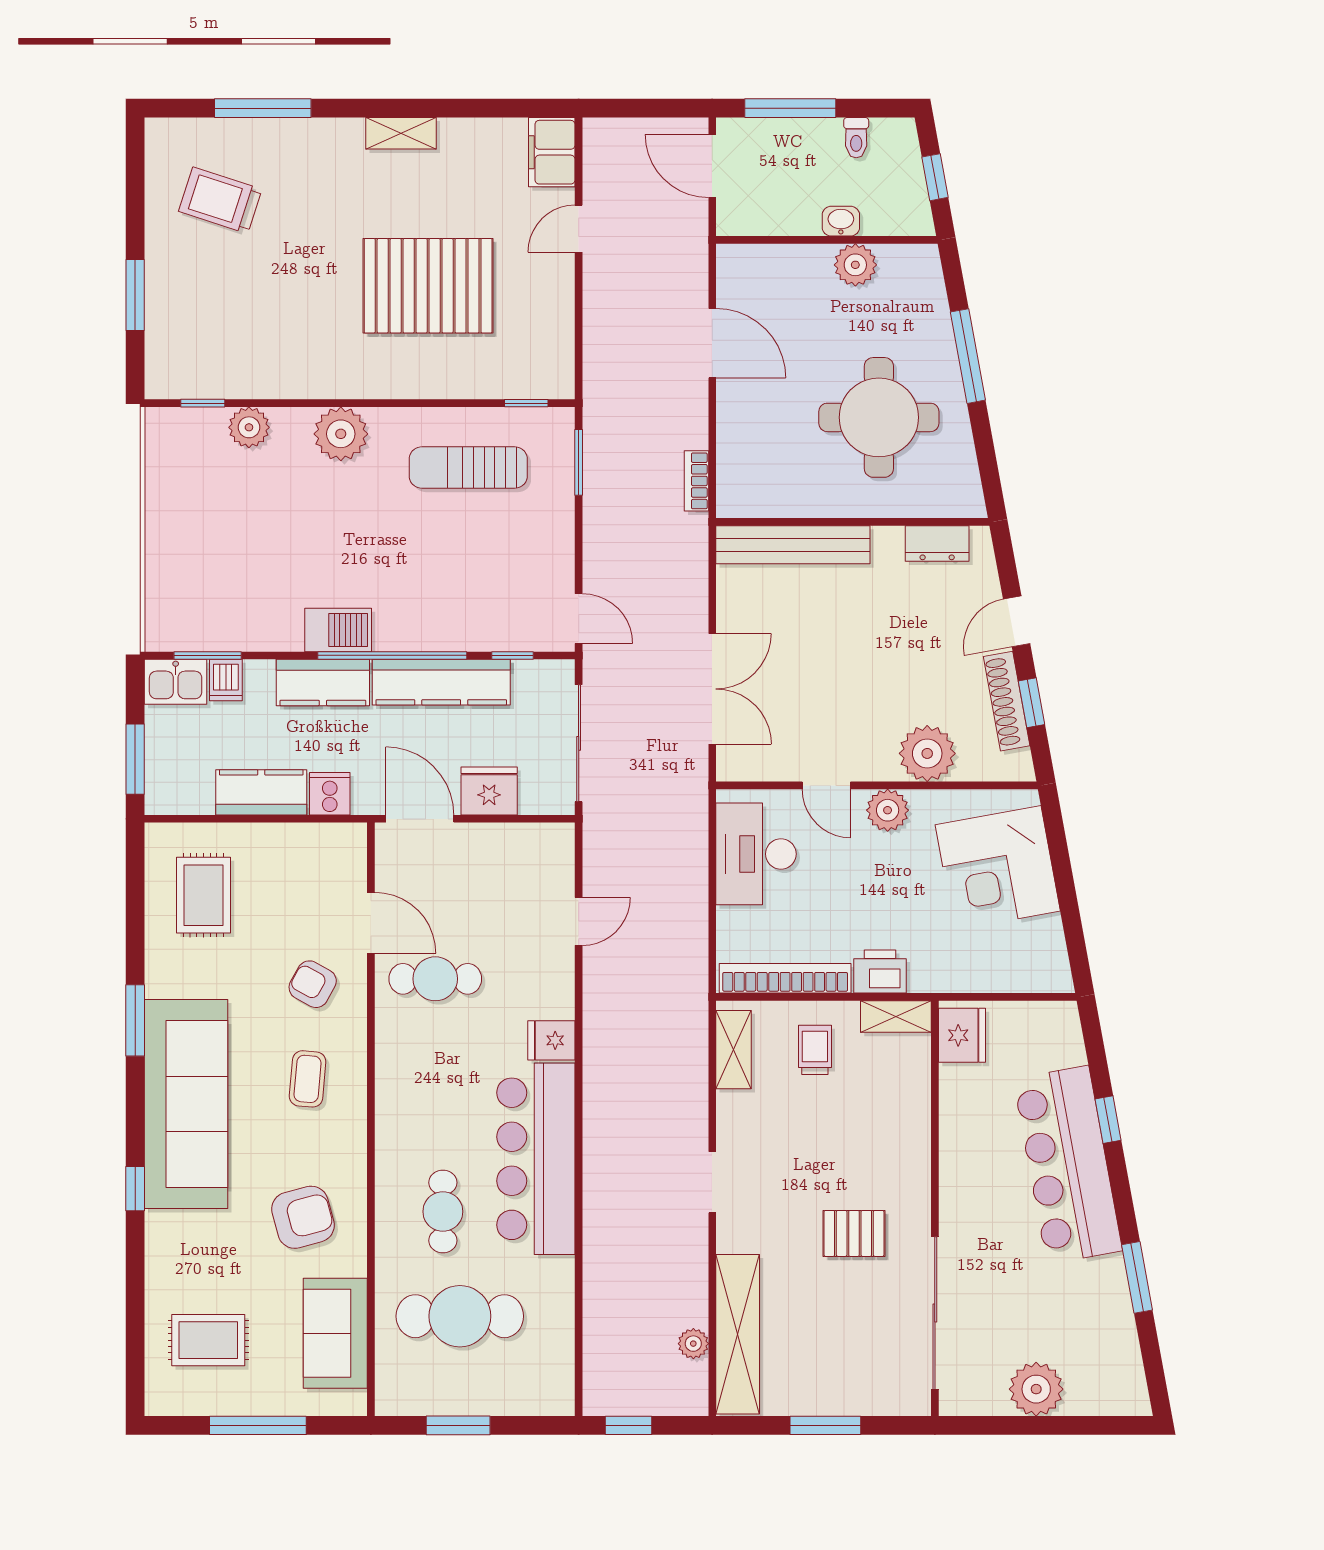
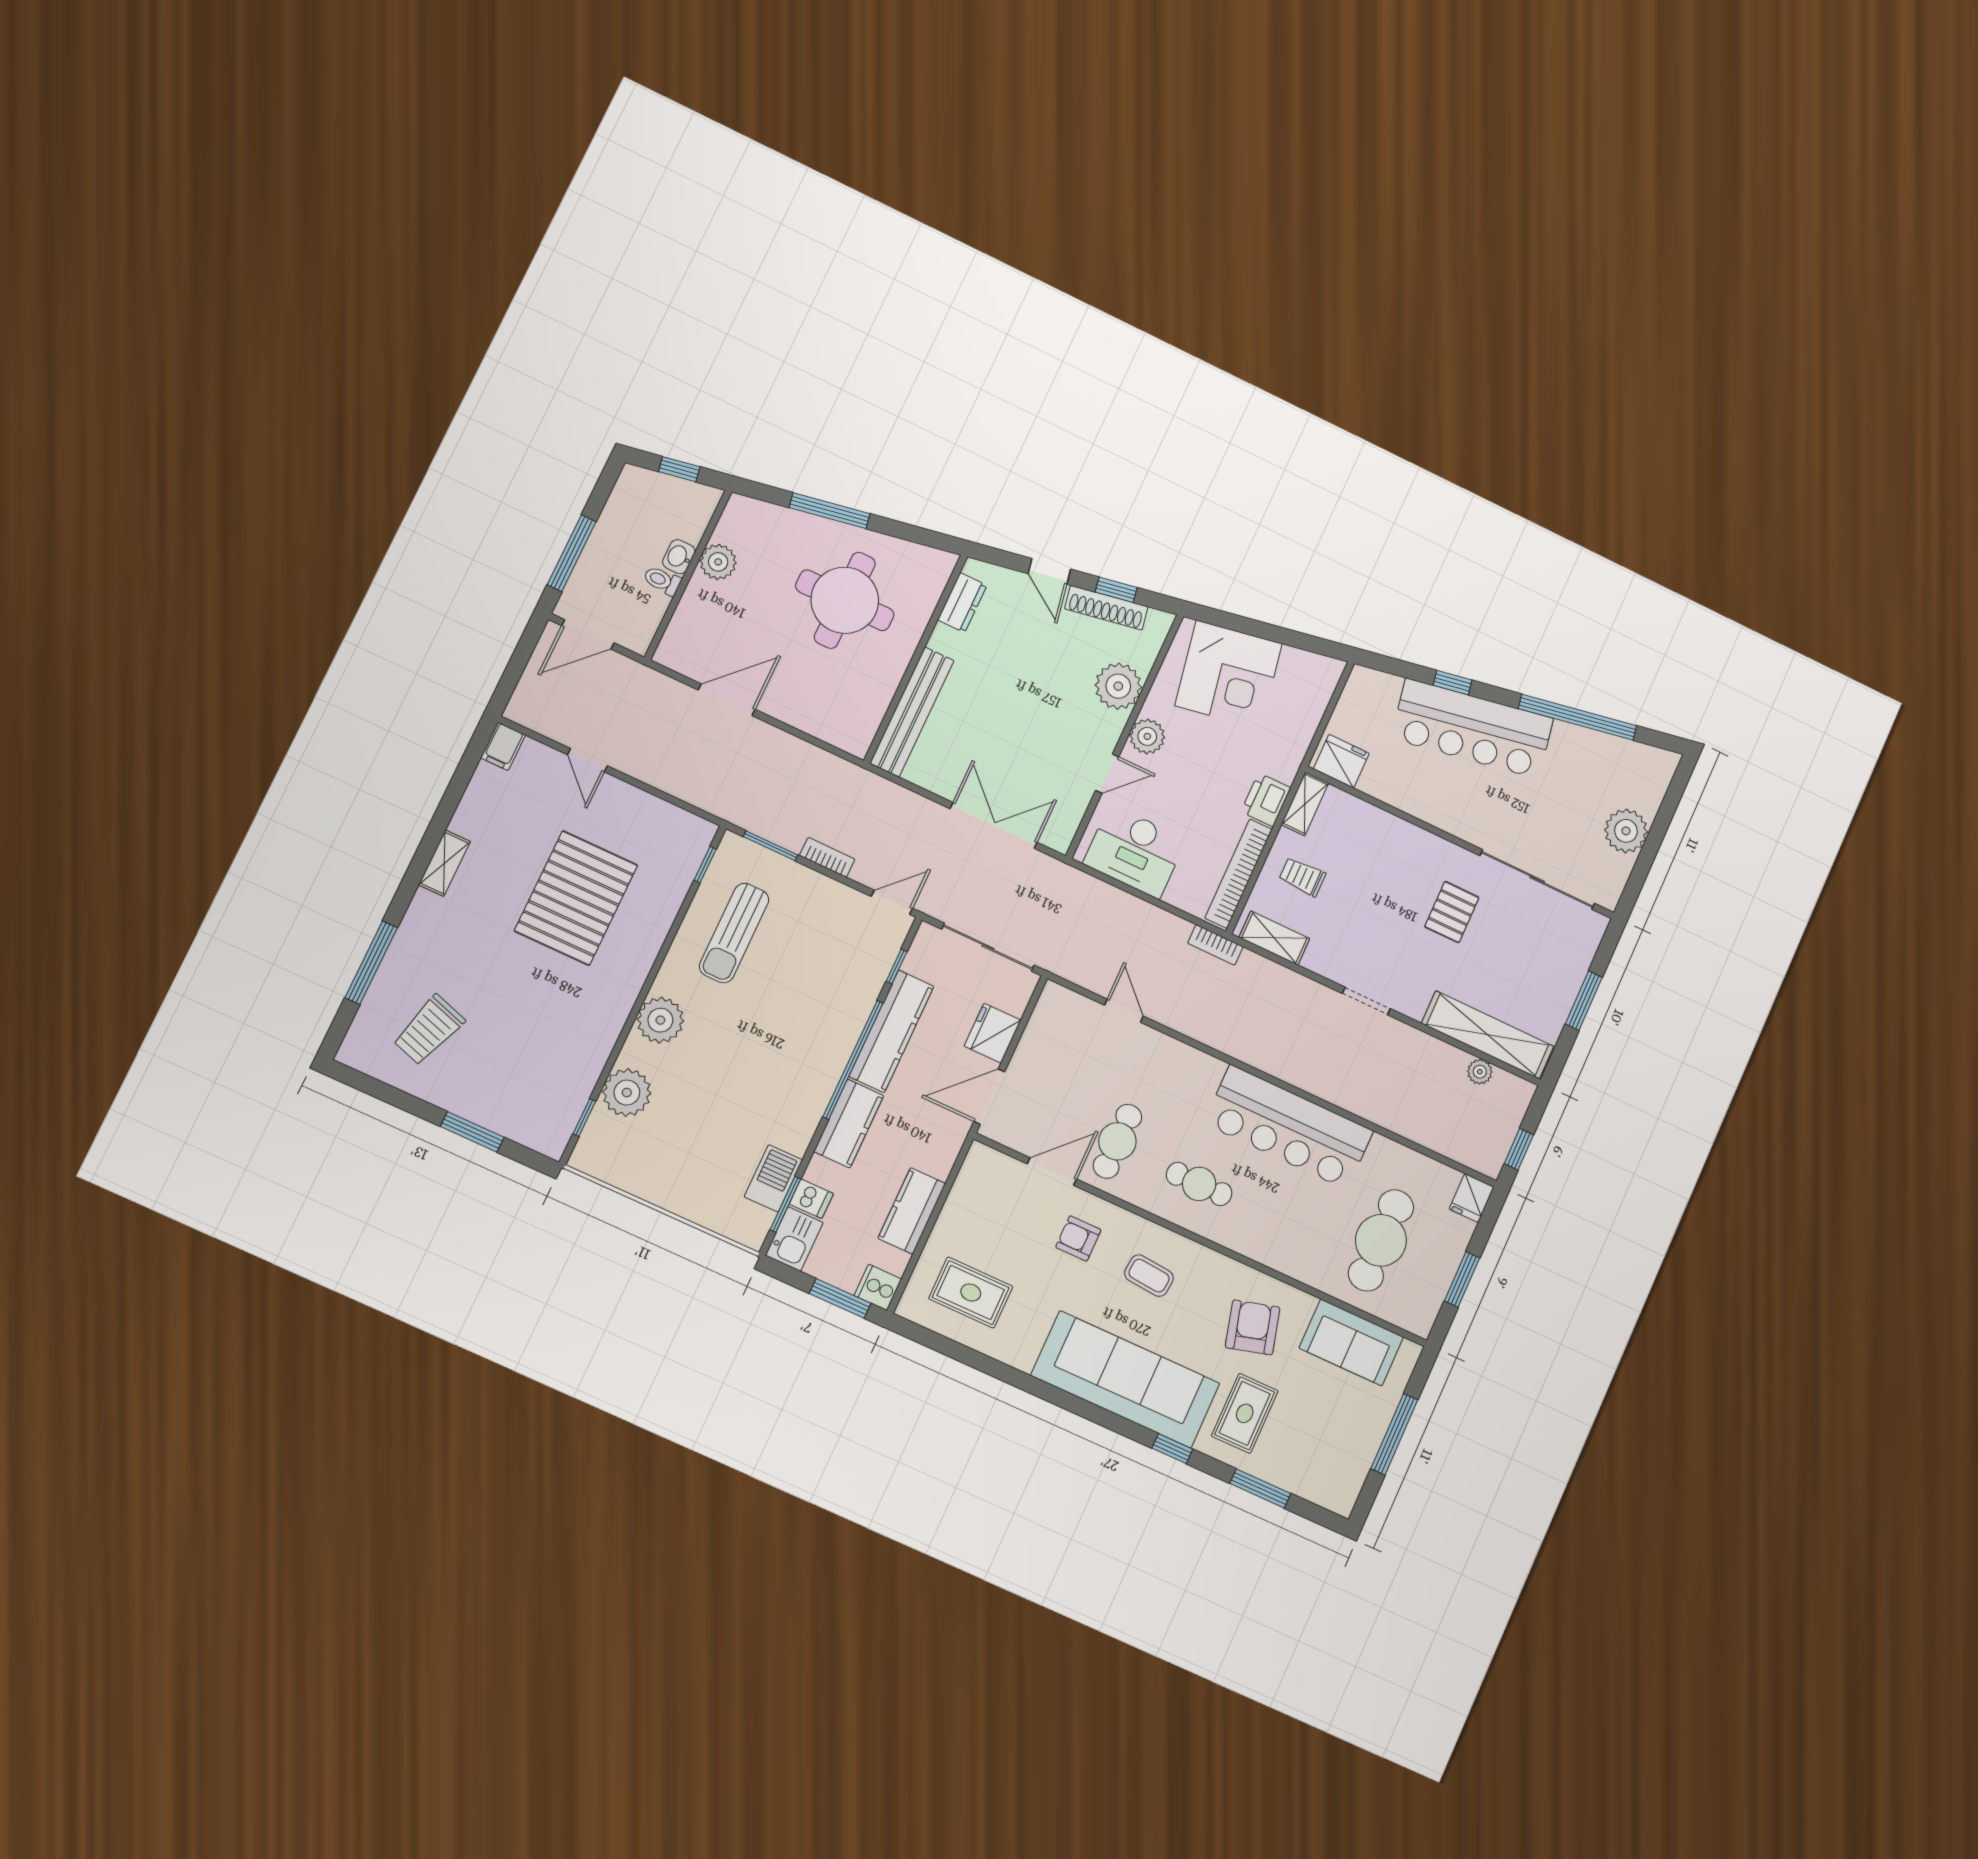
toilet: (856, 138) -> (662, 581), moved, turned 180
filing cabinet: (552, 152) -> (503, 746), width x0.50
plant: (249, 427) -> (627, 1093), width x1.36, depth x1.36
bookcase: (696, 481) -> (827, 857), moved, turned 180
barbecue: (338, 630) -> (773, 1178), moved
cooker: (330, 794) -> (878, 1287), moved
armchair: (313, 984) -> (1078, 1238), turned 61
bookcase: (696, 988) -> (1215, 945), added
window: (135, 1020) -> (1260, 1488), moved
fridge: (551, 1040) -> (1472, 1198), moved
cafe table: (443, 1212) -> (1199, 1184), moved
window: (1137, 1277) -> (1577, 717), width x2.11
rug: (208, 1340) -> (1245, 1413), moved

